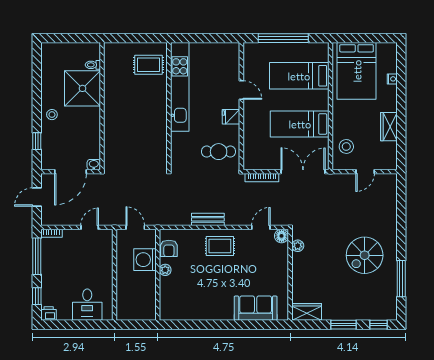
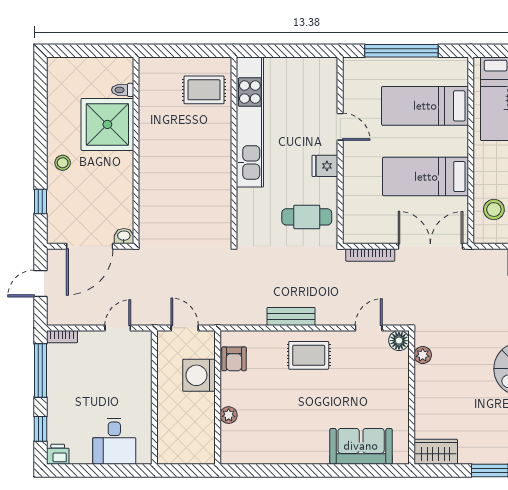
plant: (165, 270) -> (229, 415), moved

